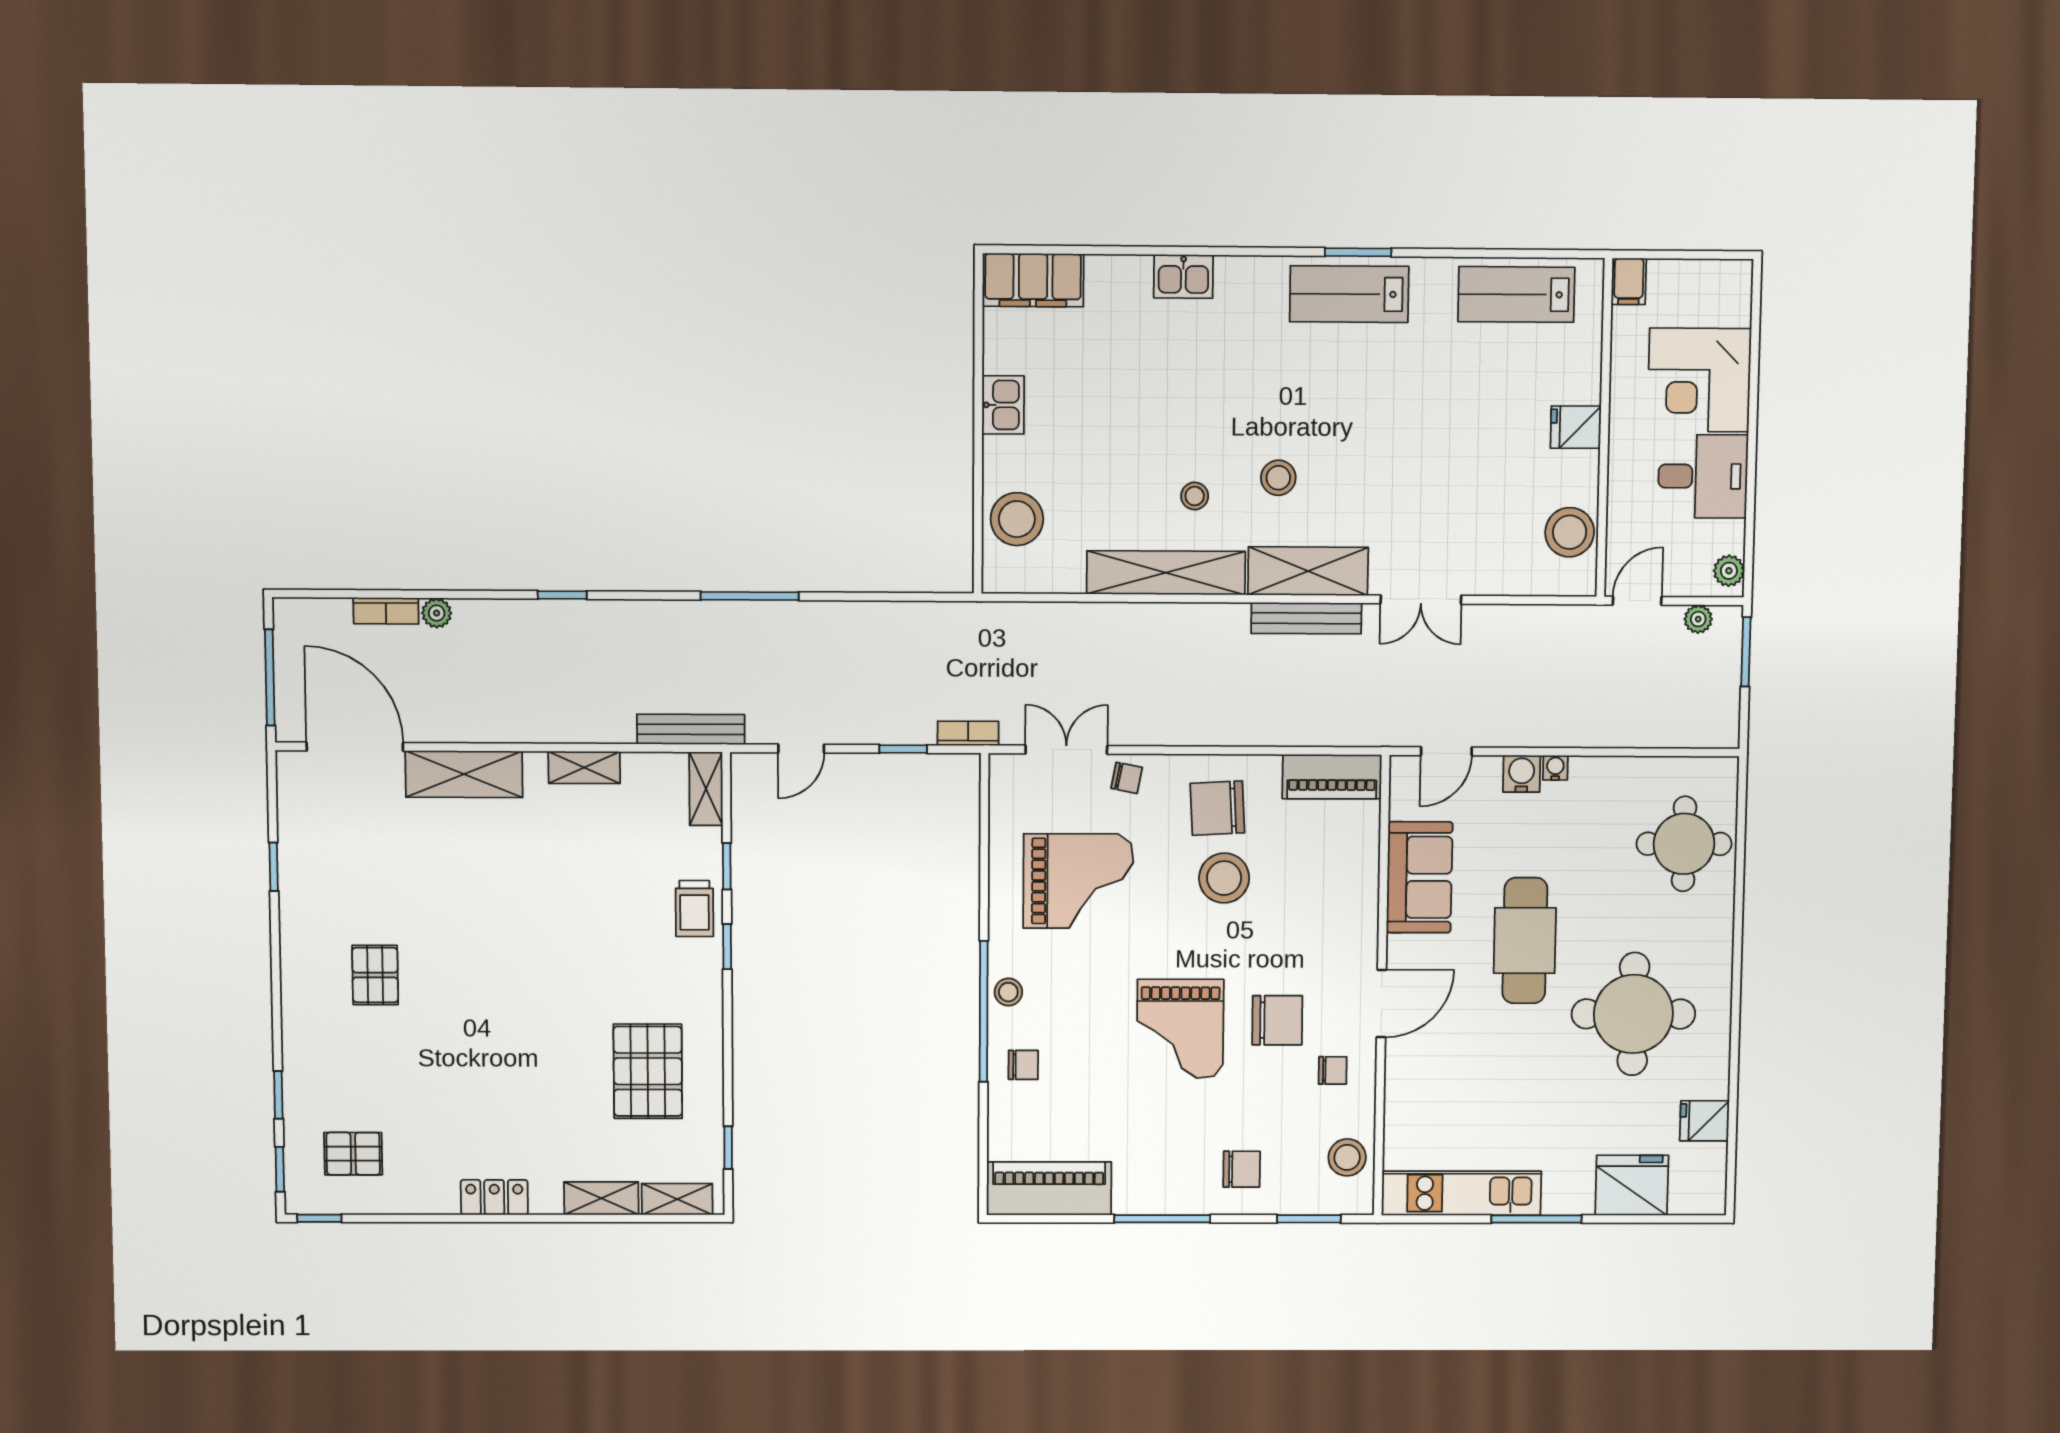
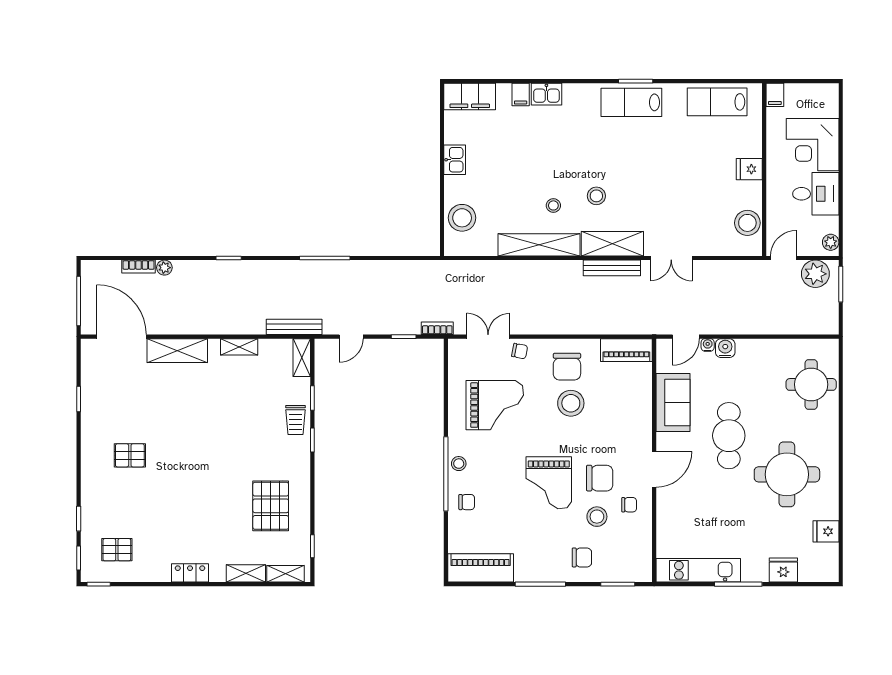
filing cabinet: (1133, 277) -> (521, 95), added
plant: (1698, 619) -> (815, 274), width x1.88, depth x1.88
water cooler: (1555, 768) -> (708, 345), moved
chair: (1217, 808) -> (567, 367), turned -87
pallet: (375, 975) -> (130, 455), turned 90
stool: (1347, 1157) -> (597, 517), moved
fridge: (1632, 1185) -> (783, 570), width x0.73, depth x0.75

